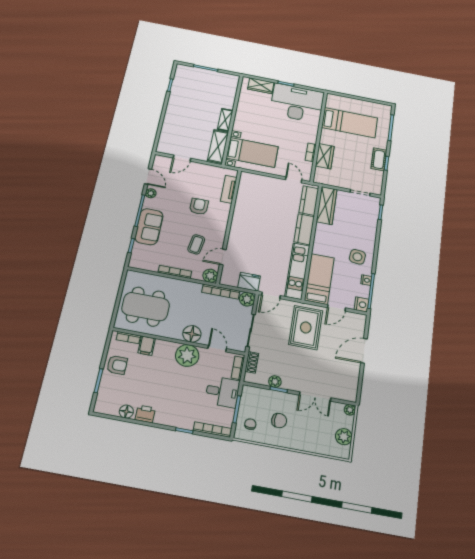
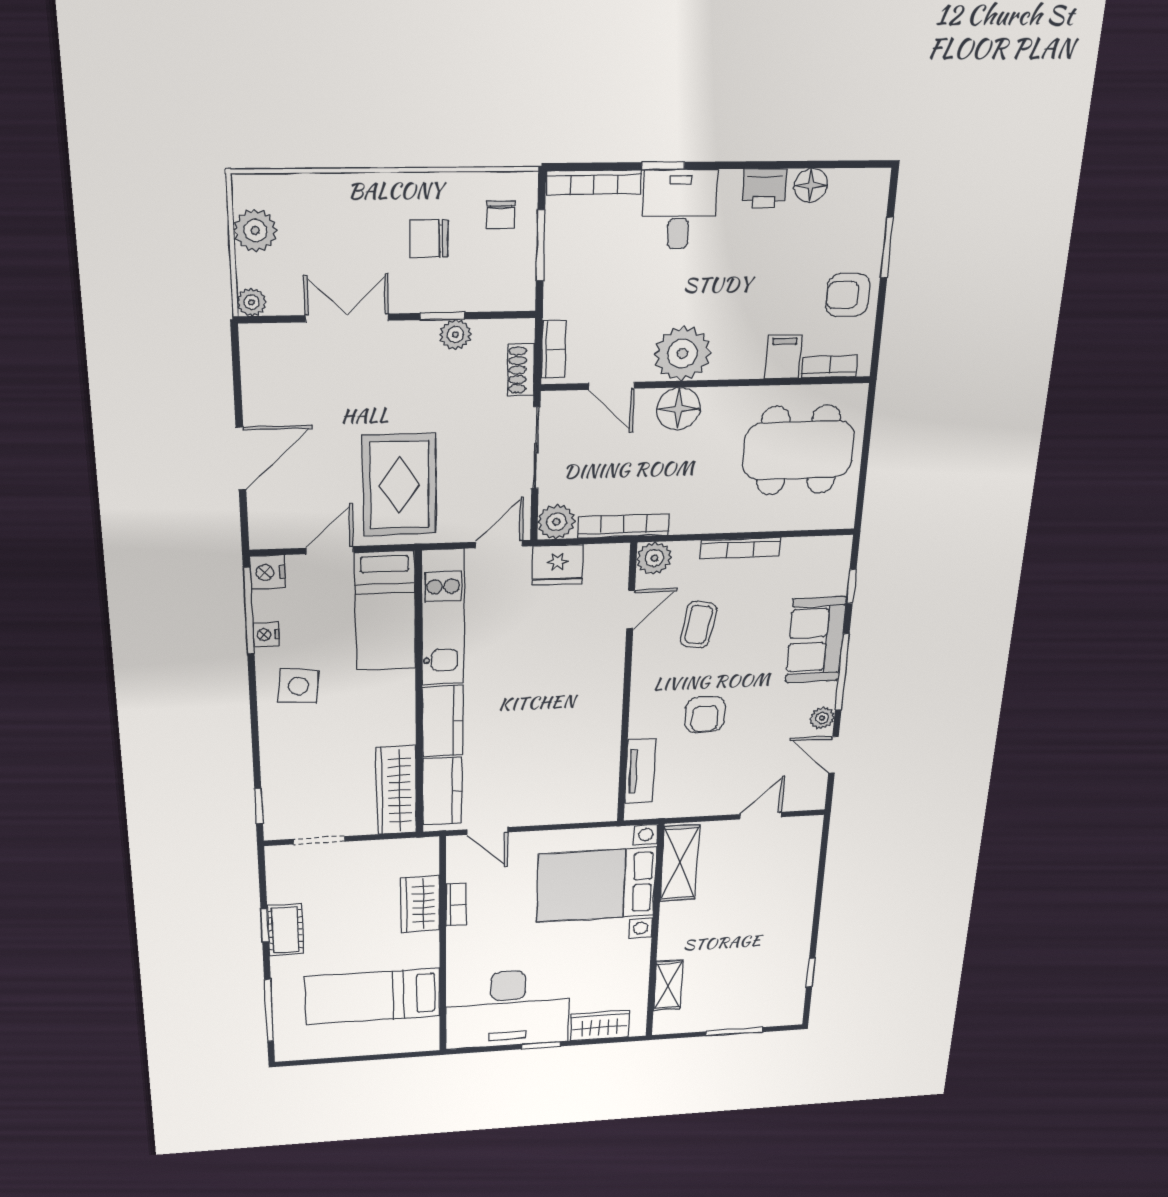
shelving: (225, 120) -> (668, 985), moved
bed with nightstands: (252, 152) -> (596, 885), width x1.36
desk: (222, 392) -> (679, 209), moved, turned 90

